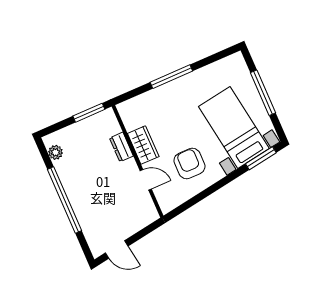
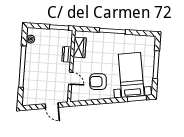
wardrobe: (143, 145) -> (80, 47), moved
armchair: (189, 163) -> (98, 82), turned -94
door: (117, 249) -> (52, 106), moved

